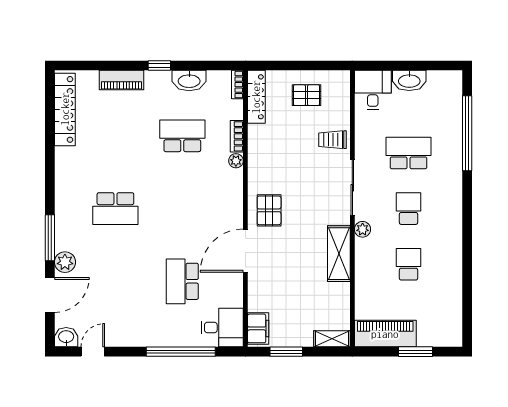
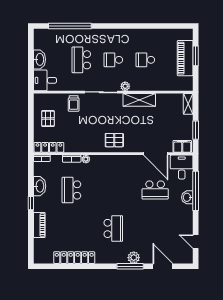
locker: (65, 109) -> (74, 258), moved
door: (245, 251) -> (156, 154), moved
plant: (65, 262) -> (134, 258), moved
piano: (385, 334) -> (185, 58), moved
washbasin: (66, 337) -> (187, 197), moved

